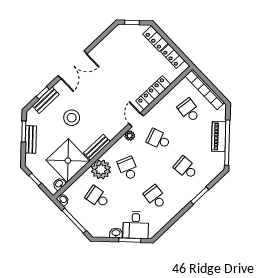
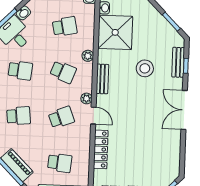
bench: (31, 139) -> (160, 21), removed
bench: (97, 147) -> (102, 79), moved
plant: (101, 169) -> (88, 56), width x0.53, depth x0.53

